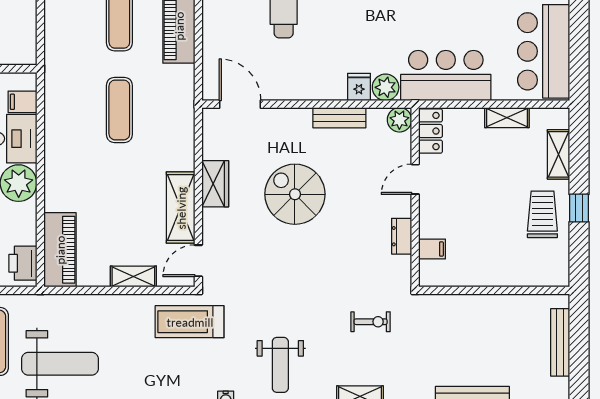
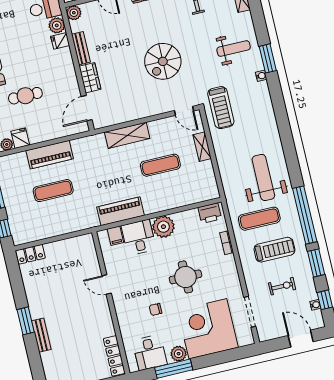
exercise mat: (119, 110) -> (160, 165), moved
wardrobe: (215, 184) -> (90, 78), moved, turned 90
spiral stairs: (295, 194) -> (163, 61), moved
shelving: (181, 208) -> (127, 135), moved
piano: (60, 250) -> (121, 211), moved

